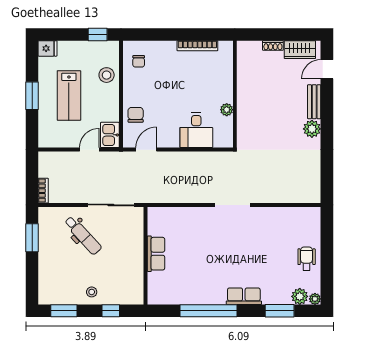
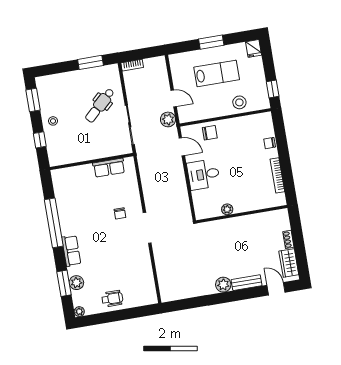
chair: (139, 61) -> (270, 143), moved
lab bench: (69, 95) -> (217, 73), turned 180
desk: (196, 130) -> (203, 174), moved
kitchen sink: (110, 135) -> (189, 114), removed
plant: (112, 160) -> (168, 119), added
chair: (210, 233) -> (120, 213), added
row of seats: (156, 254) -> (109, 168), moved
plant: (300, 296) -> (76, 283), moved

